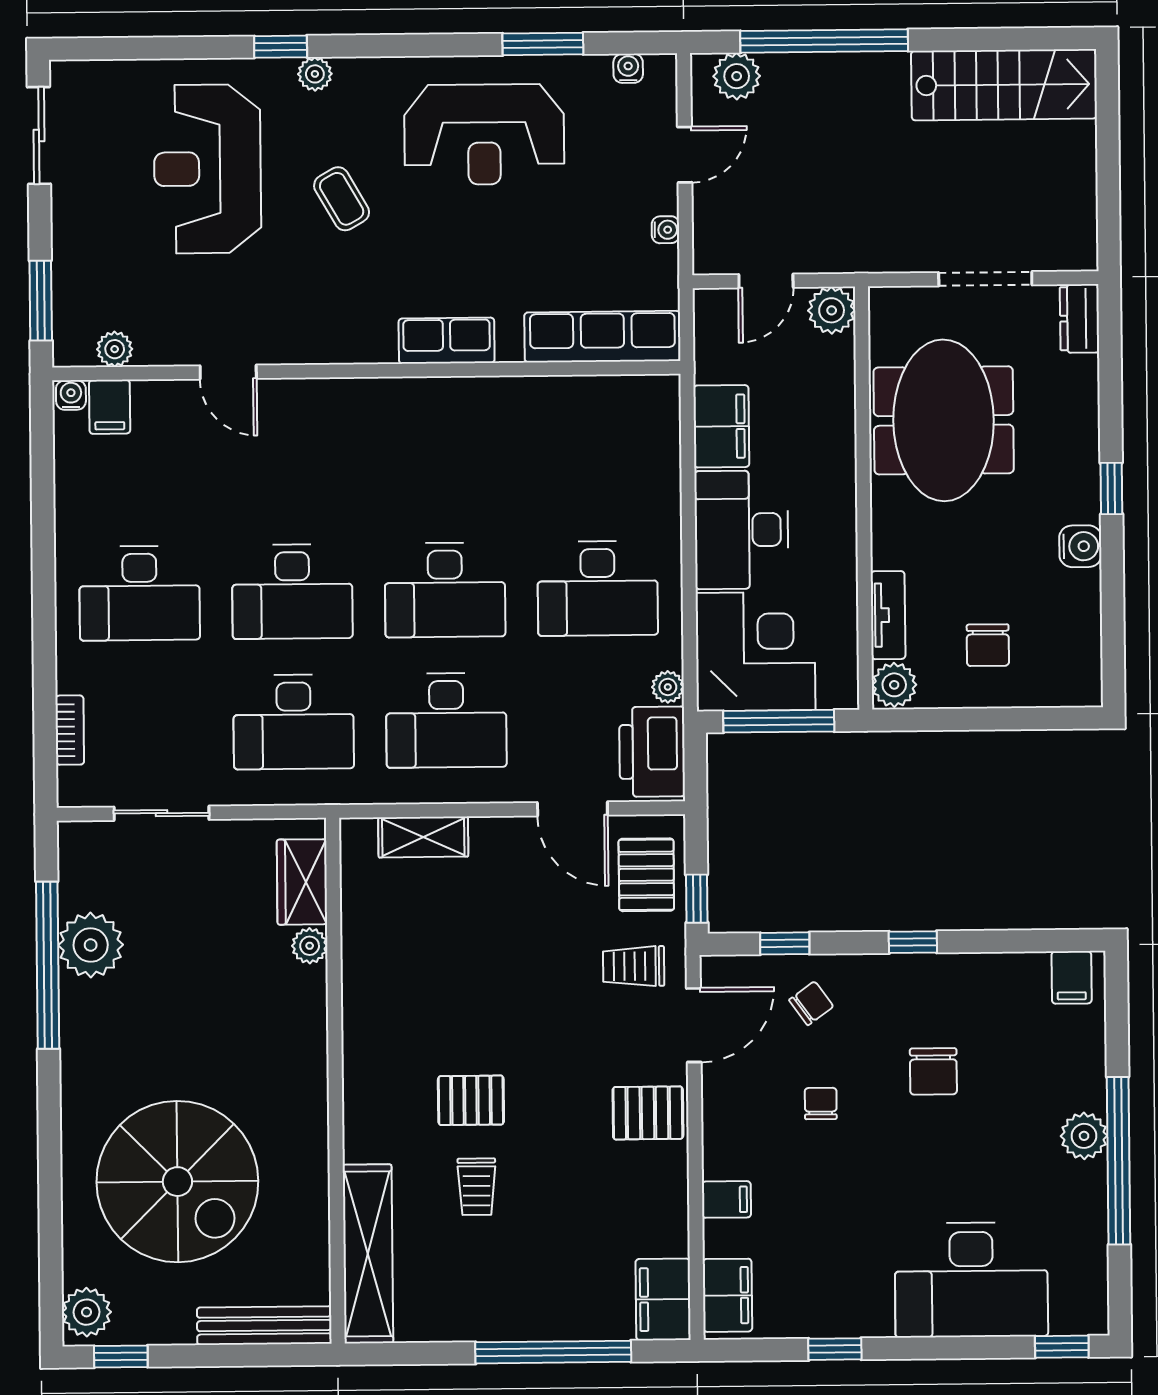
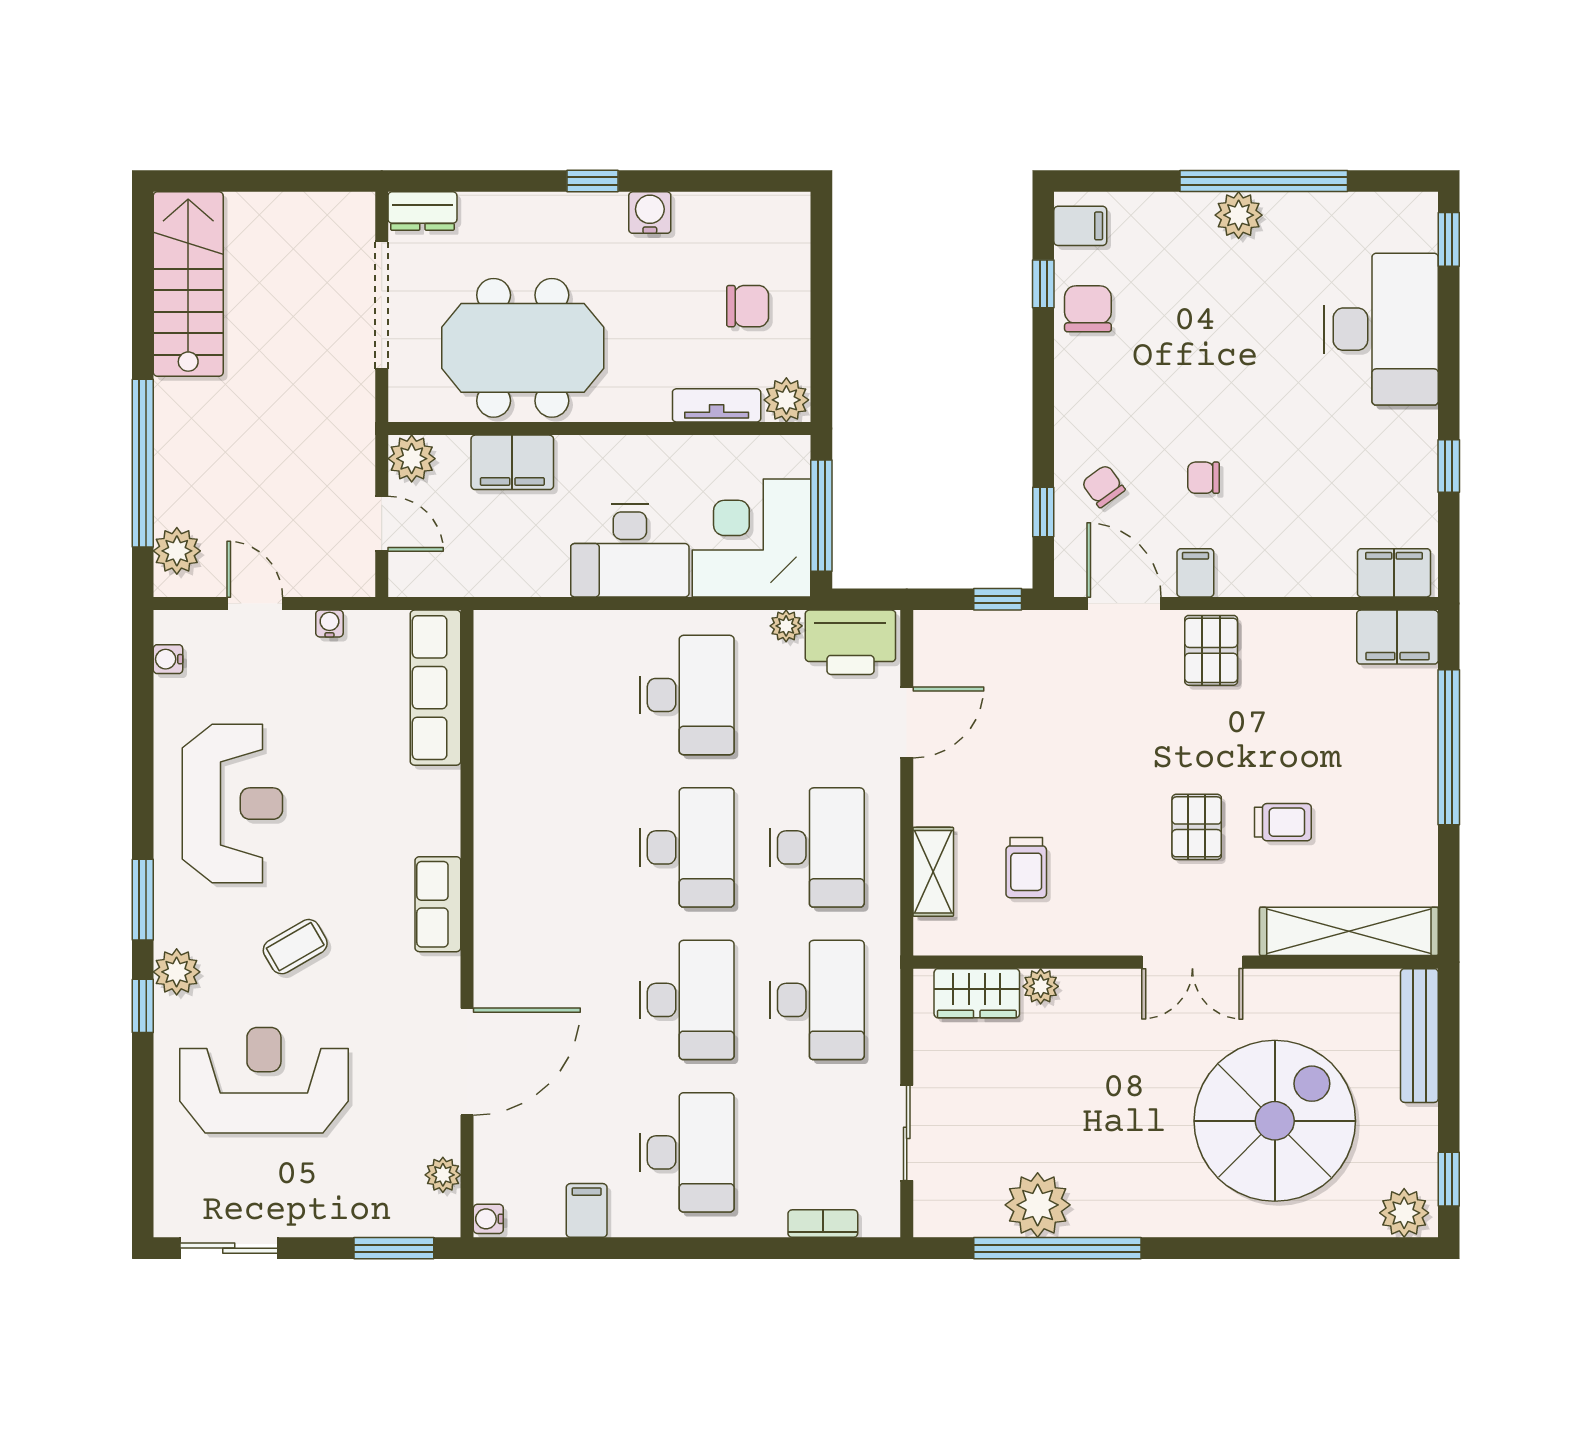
window: (543, 44) -> (143, 900), moved
plant: (315, 74) -> (177, 972), width x1.38, depth x1.38
reception desk: (207, 169) -> (264, 1080), turned 180
doorway: (985, 279) -> (382, 305), width x1.36
row of seats: (447, 341) -> (438, 904), moved
door: (228, 372) -> (467, 1062), width x1.87
filing cabinet: (110, 407) -> (587, 1210), moved, turned -90
filing cabinet: (721, 426) -> (512, 462), moved, turned 180
pallet: (646, 875) -> (973, 649), removed
window: (913, 942) -> (1043, 284), moved
trolley: (634, 966) -> (1026, 868), moved
chair: (933, 1071) -> (1088, 309), moved, turned -90
double door: (335, 1097) -> (1192, 962), added
filing cabinet: (726, 1199) -> (1195, 573), moved

